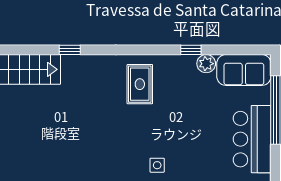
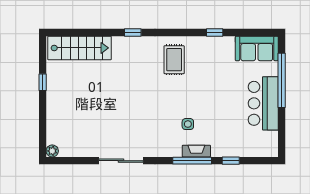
window: (70, 50) -> (133, 33), moved
plant: (206, 64) -> (227, 43), removed

